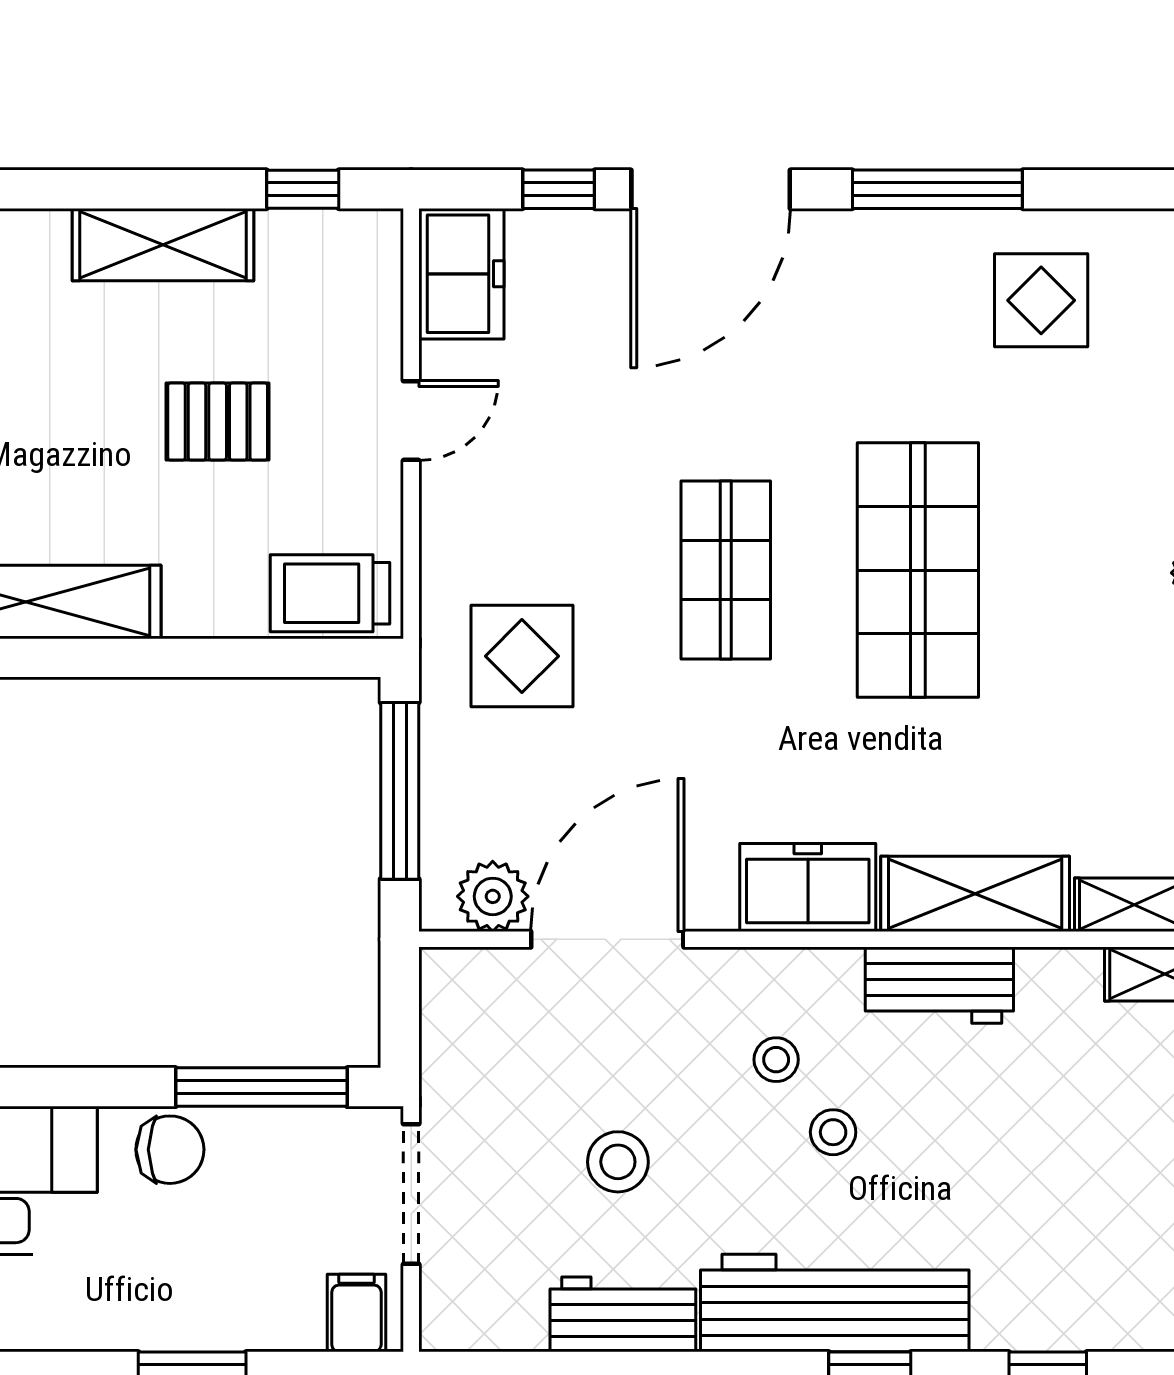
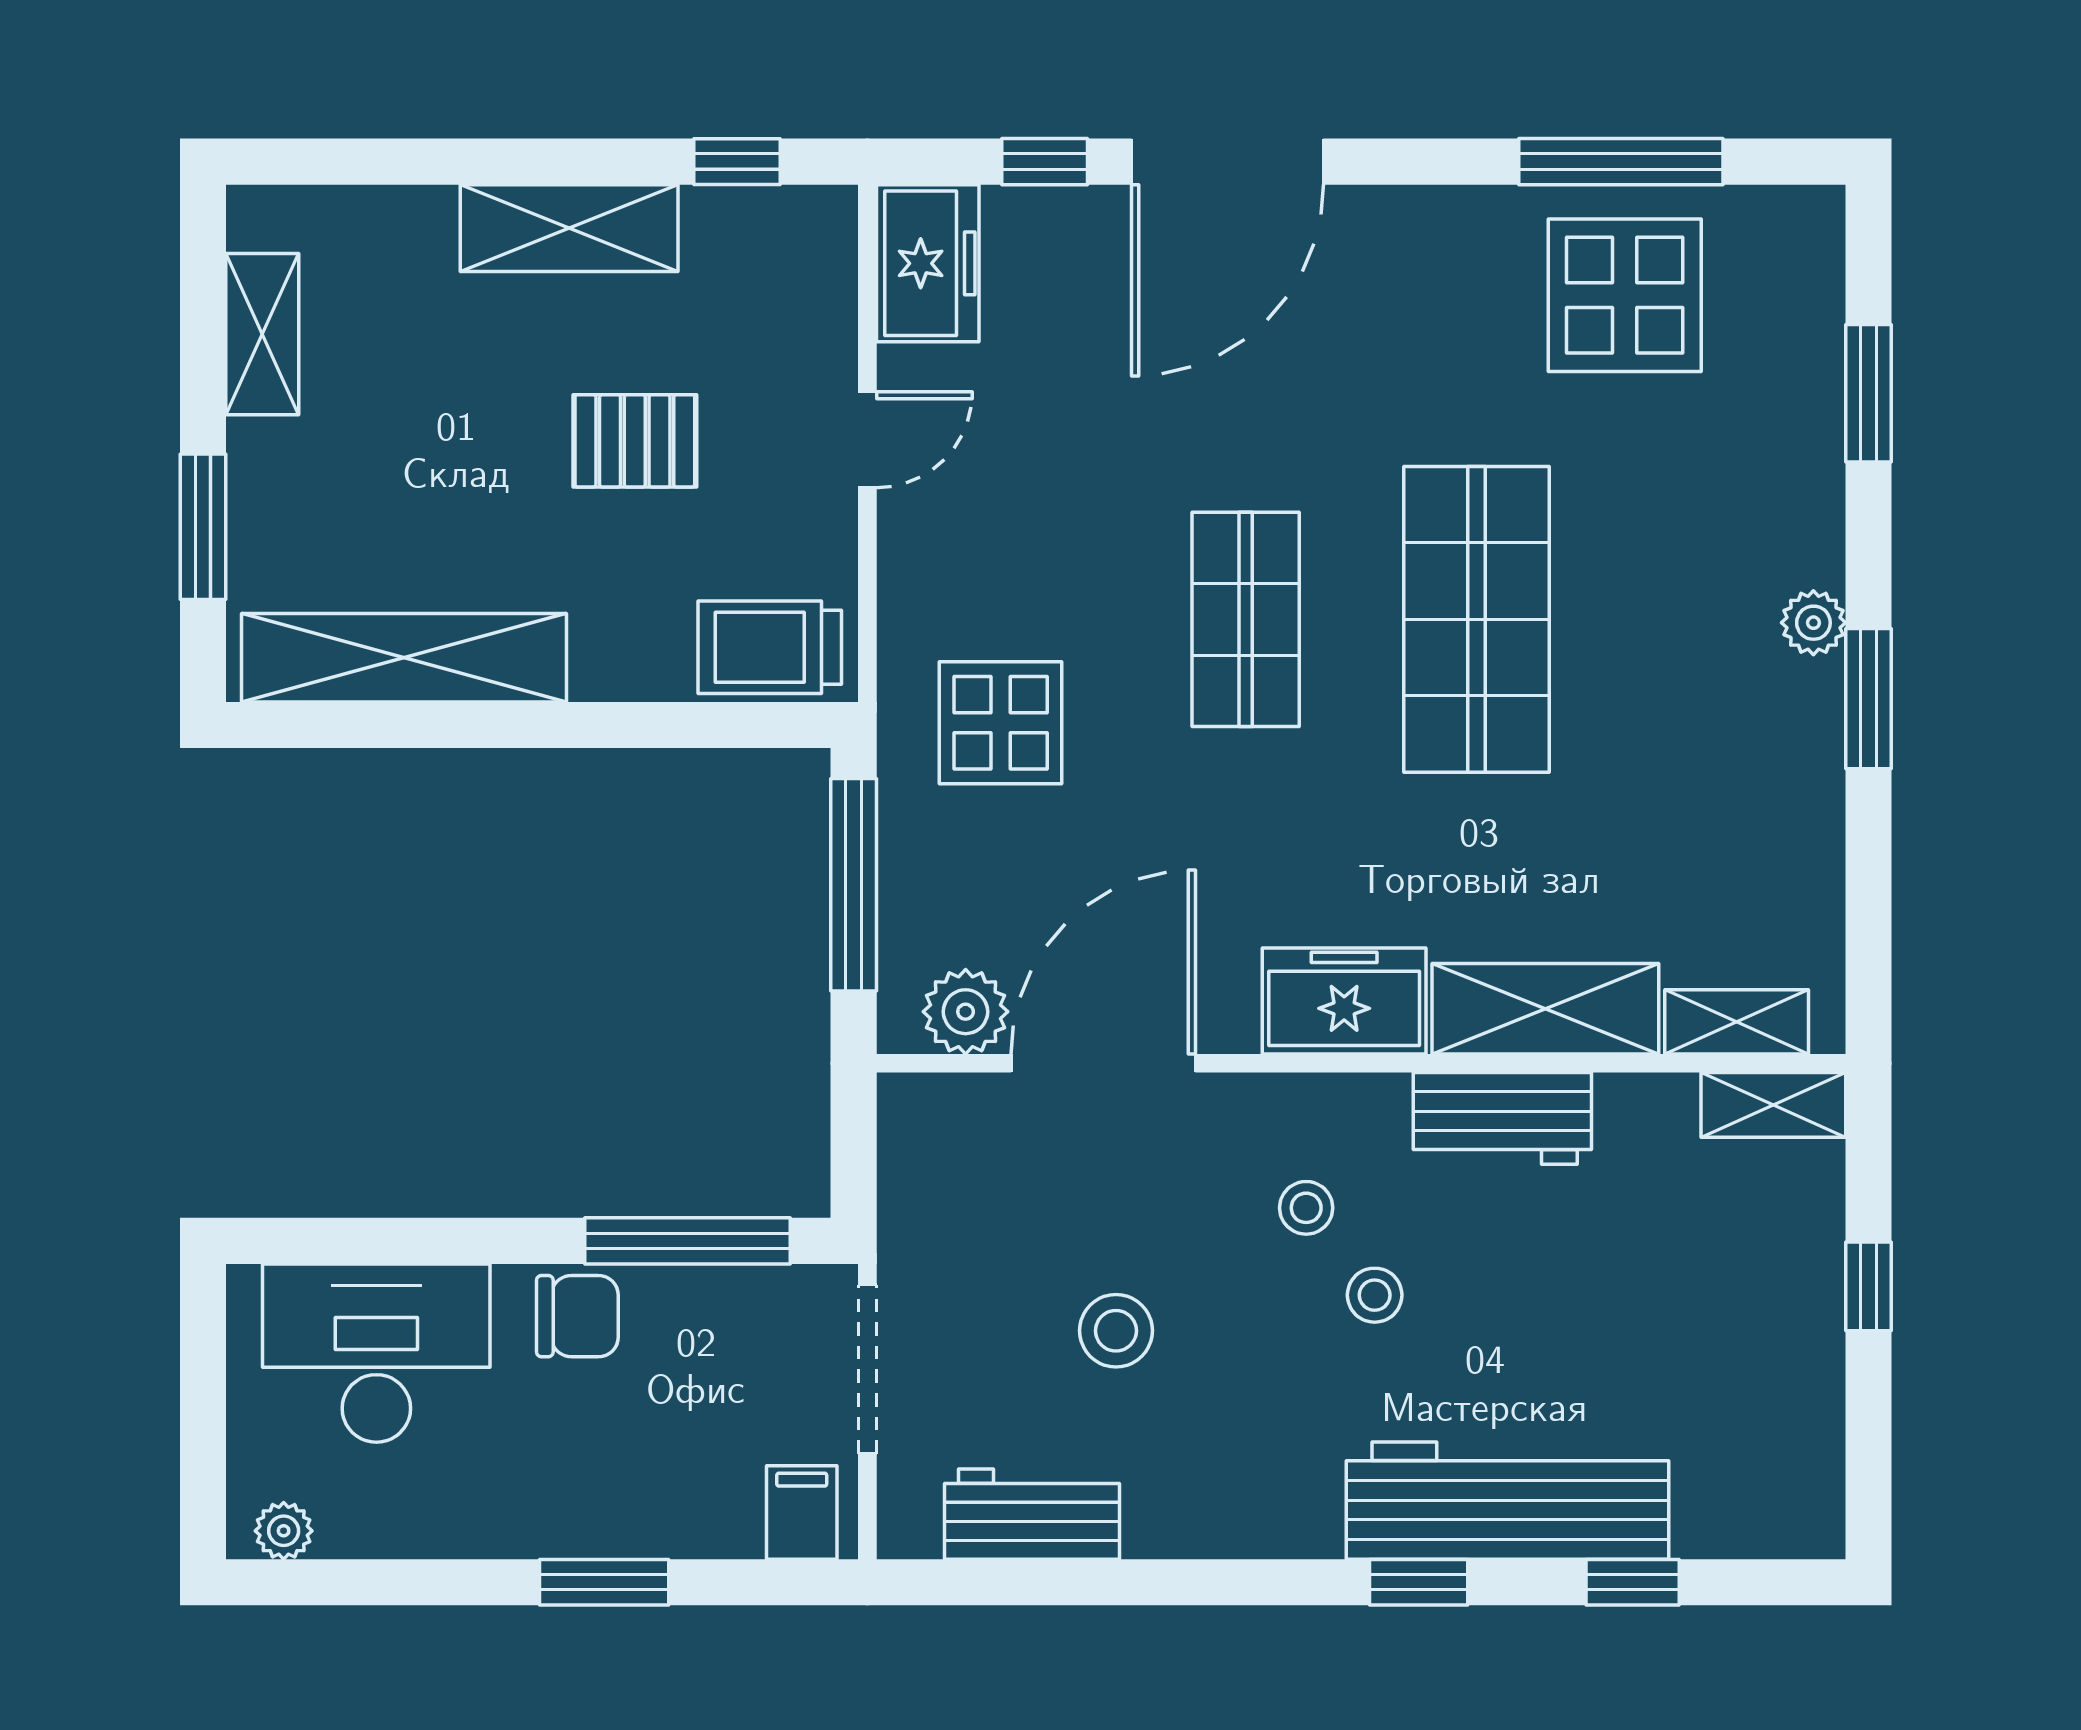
window: (937, 189) -> (1621, 162), moved
display table: (1041, 300) -> (1625, 295), width x1.36, depth x1.36
workbench: (835, 1303) -> (1507, 1501), moved
workbench: (623, 1314) -> (1032, 1514), moved

